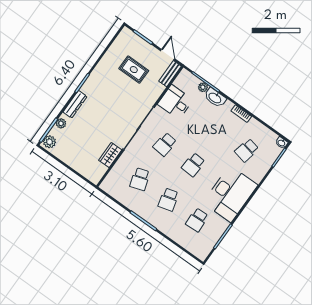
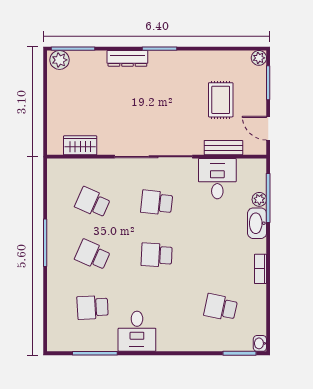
door: (168, 55) -> (268, 128), swing flipped
bench: (170, 74) -> (223, 148), moved
plant: (61, 123) -> (259, 58), moved
wardrobe: (110, 155) -> (80, 145), moved
school desk: (140, 179) -> (93, 203), turned 42
desk: (230, 194) -> (137, 331), width x0.53, depth x0.77
school desk: (168, 200) -> (93, 255), turned 39

